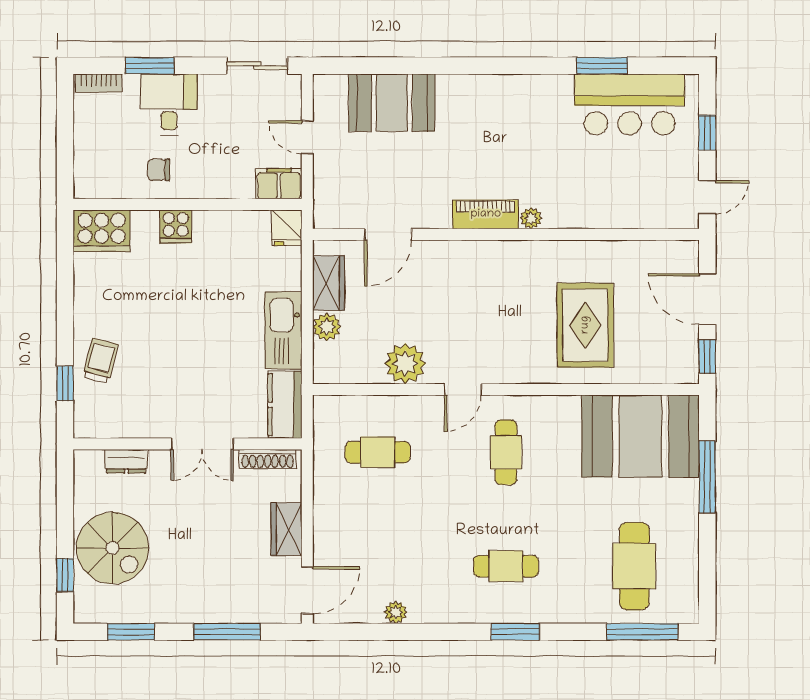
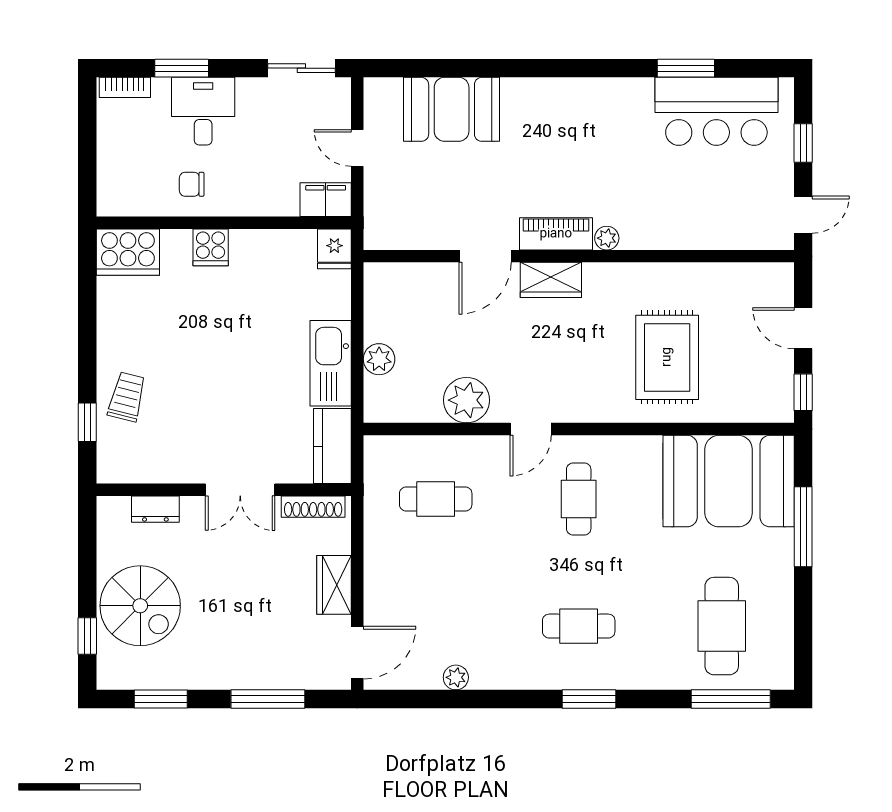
door: (388, 234) -> (485, 256), moved
wardrobe: (329, 283) -> (551, 280), moved, turned 90
door: (707, 299) -> (803, 328), width x0.73

